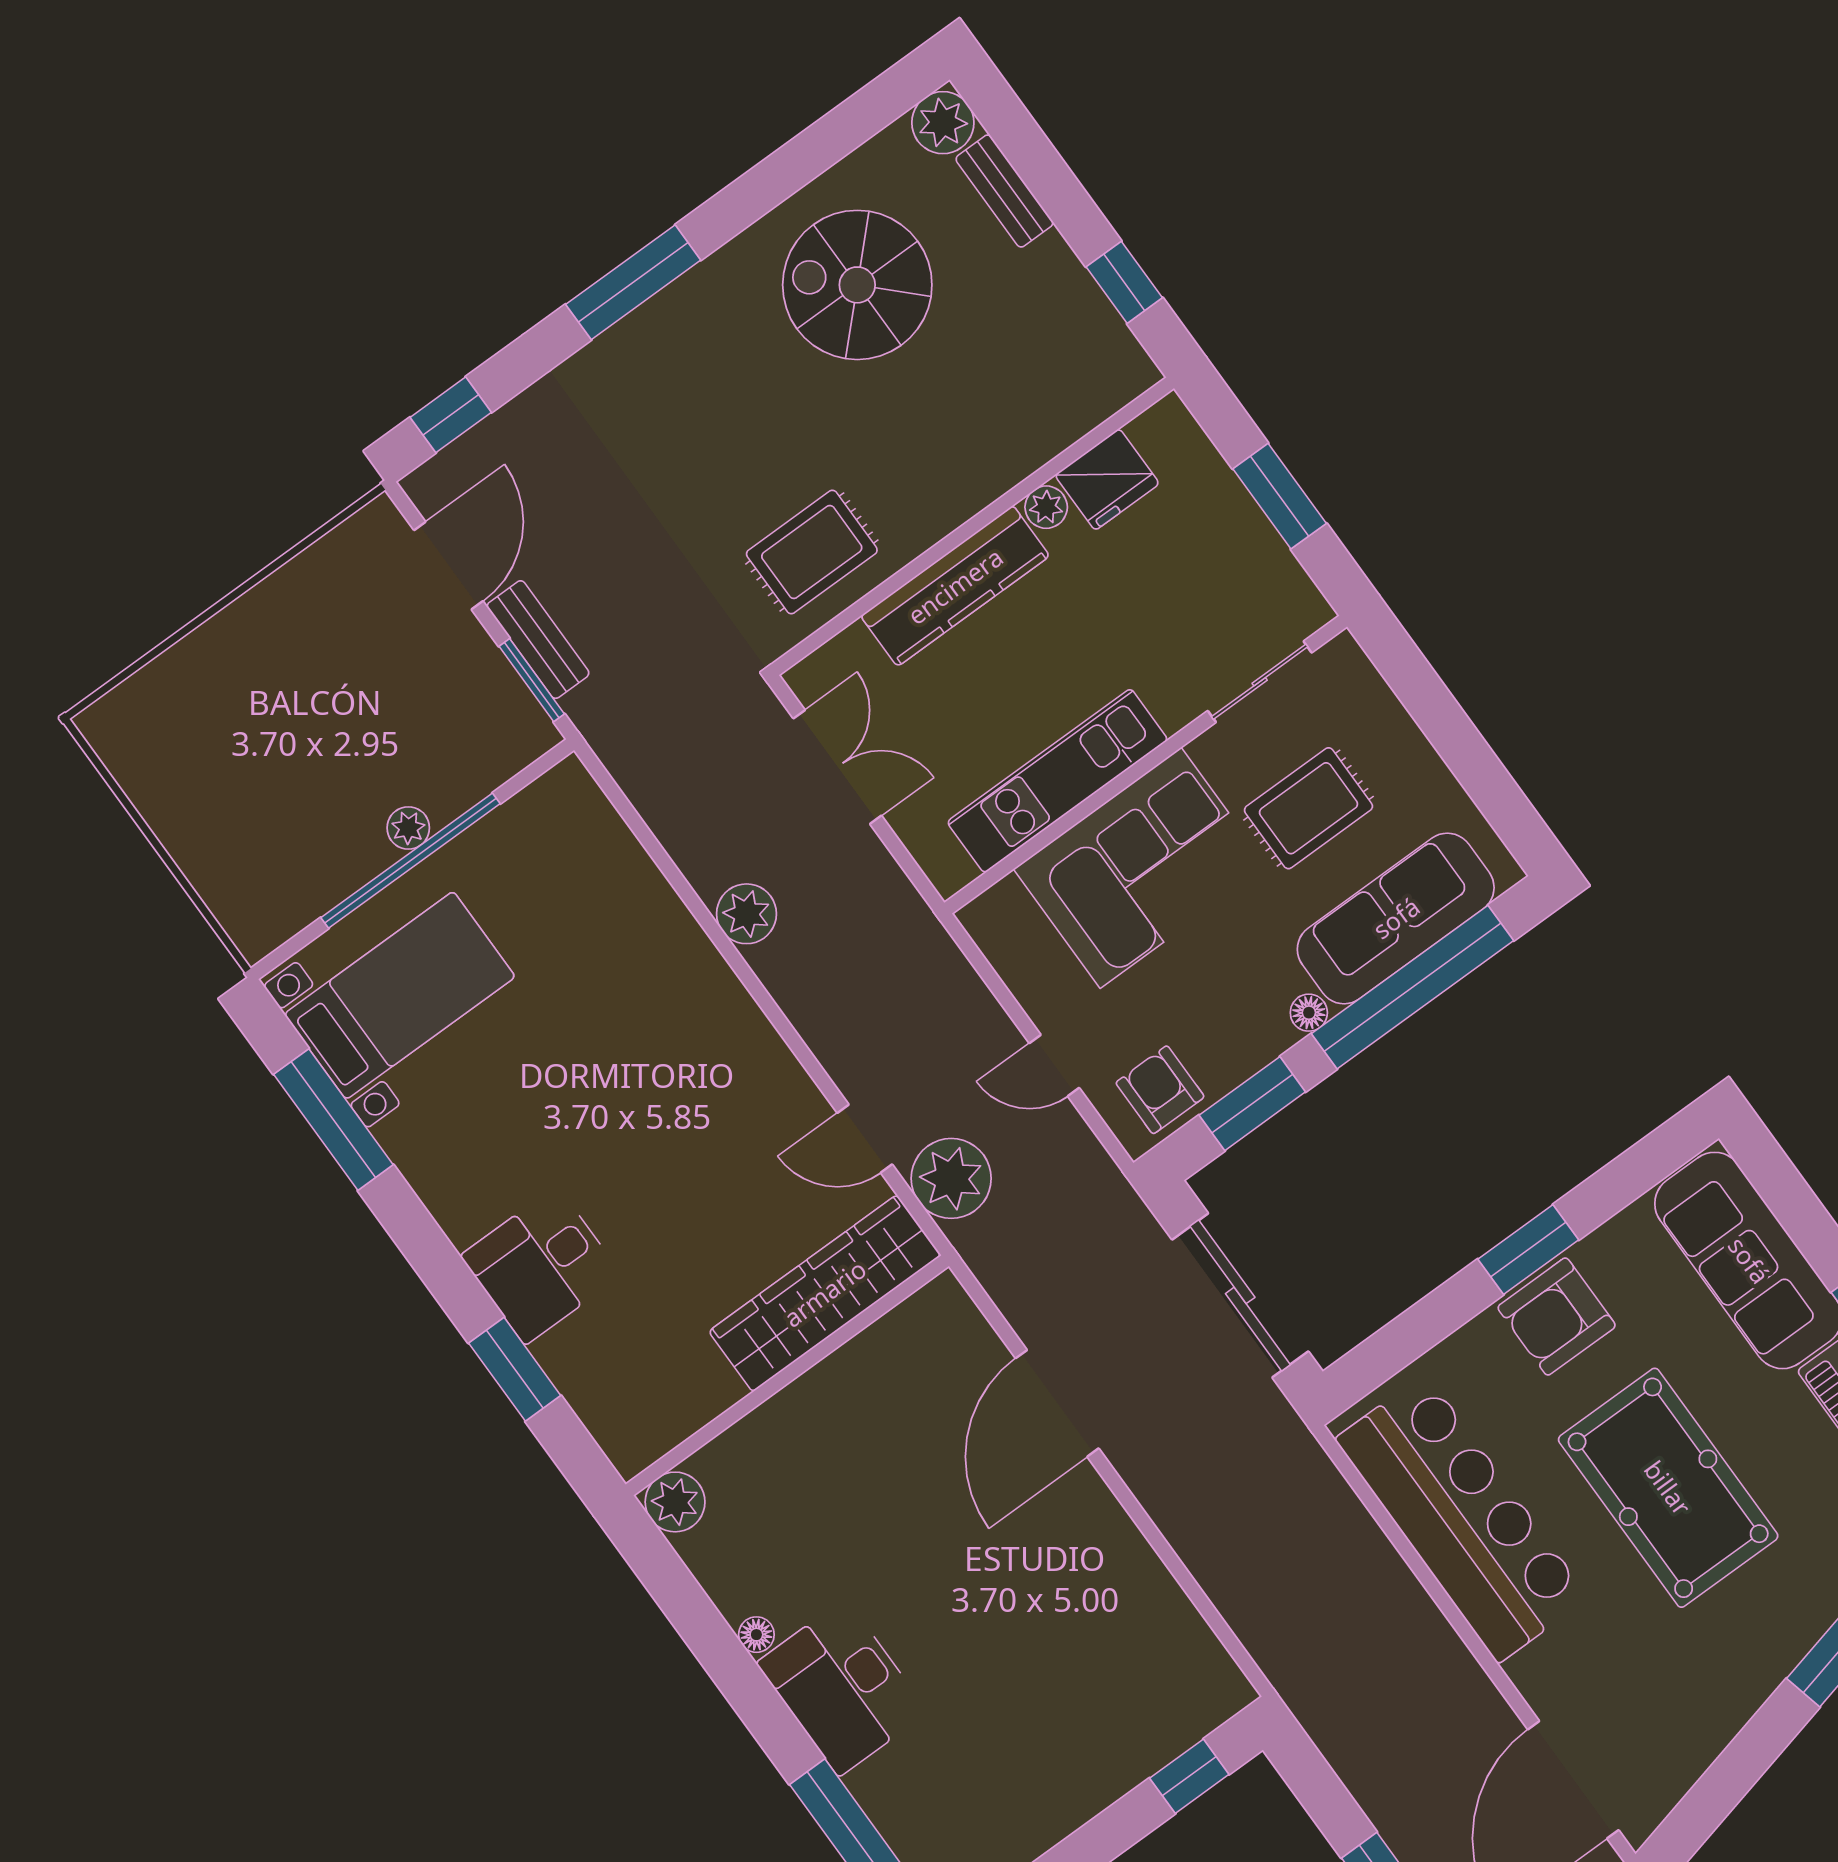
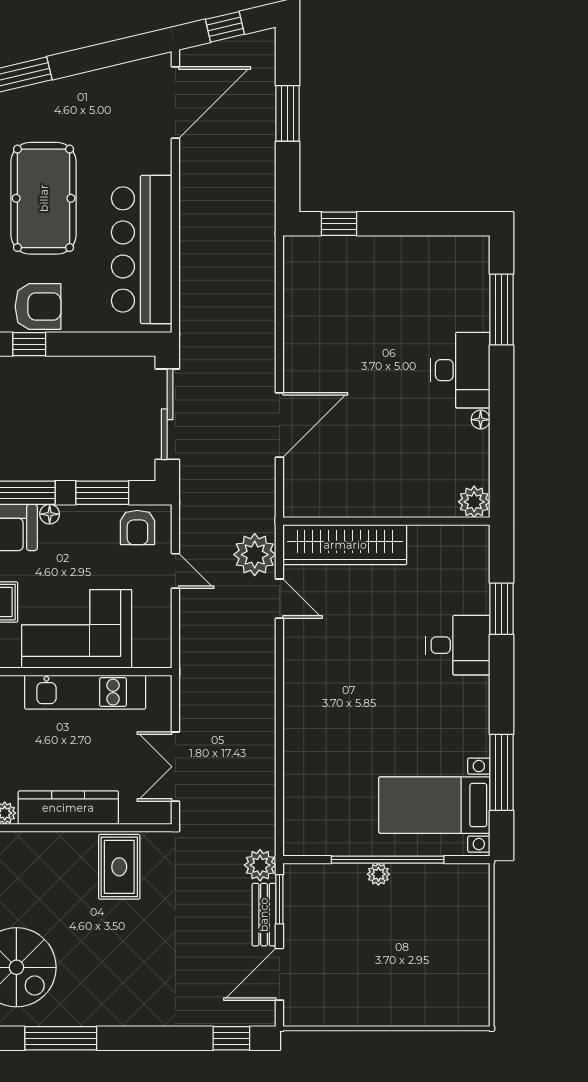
window: (633, 282) -> (61, 1038), moved
rug: (812, 552) -> (119, 867), turned 90
plant: (747, 914) -> (260, 865), moved
window: (1528, 1250) -> (29, 344), width x0.67

